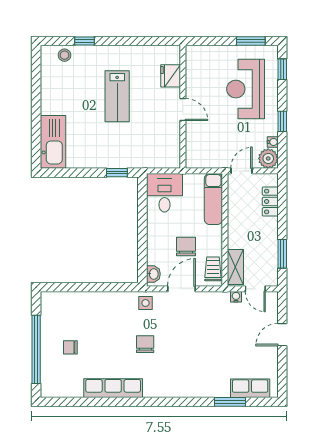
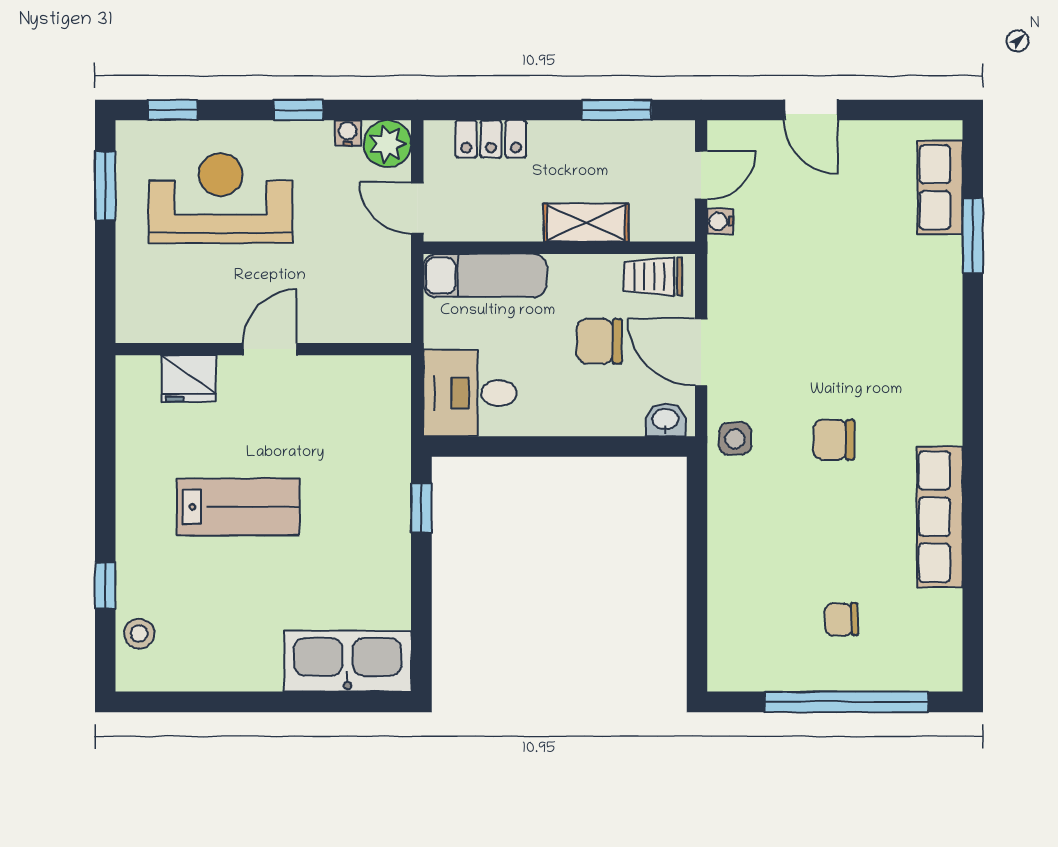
reception desk: (246, 89) -> (221, 198), turned 180
shelving: (235, 267) -> (586, 223), moved
chair: (70, 347) -> (842, 620), turned 88

